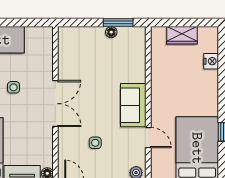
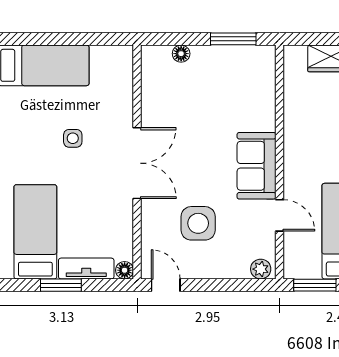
floor lamp: (111, 32) -> (181, 54), moved
side table: (95, 143) -> (198, 223), width x1.87, depth x1.87

